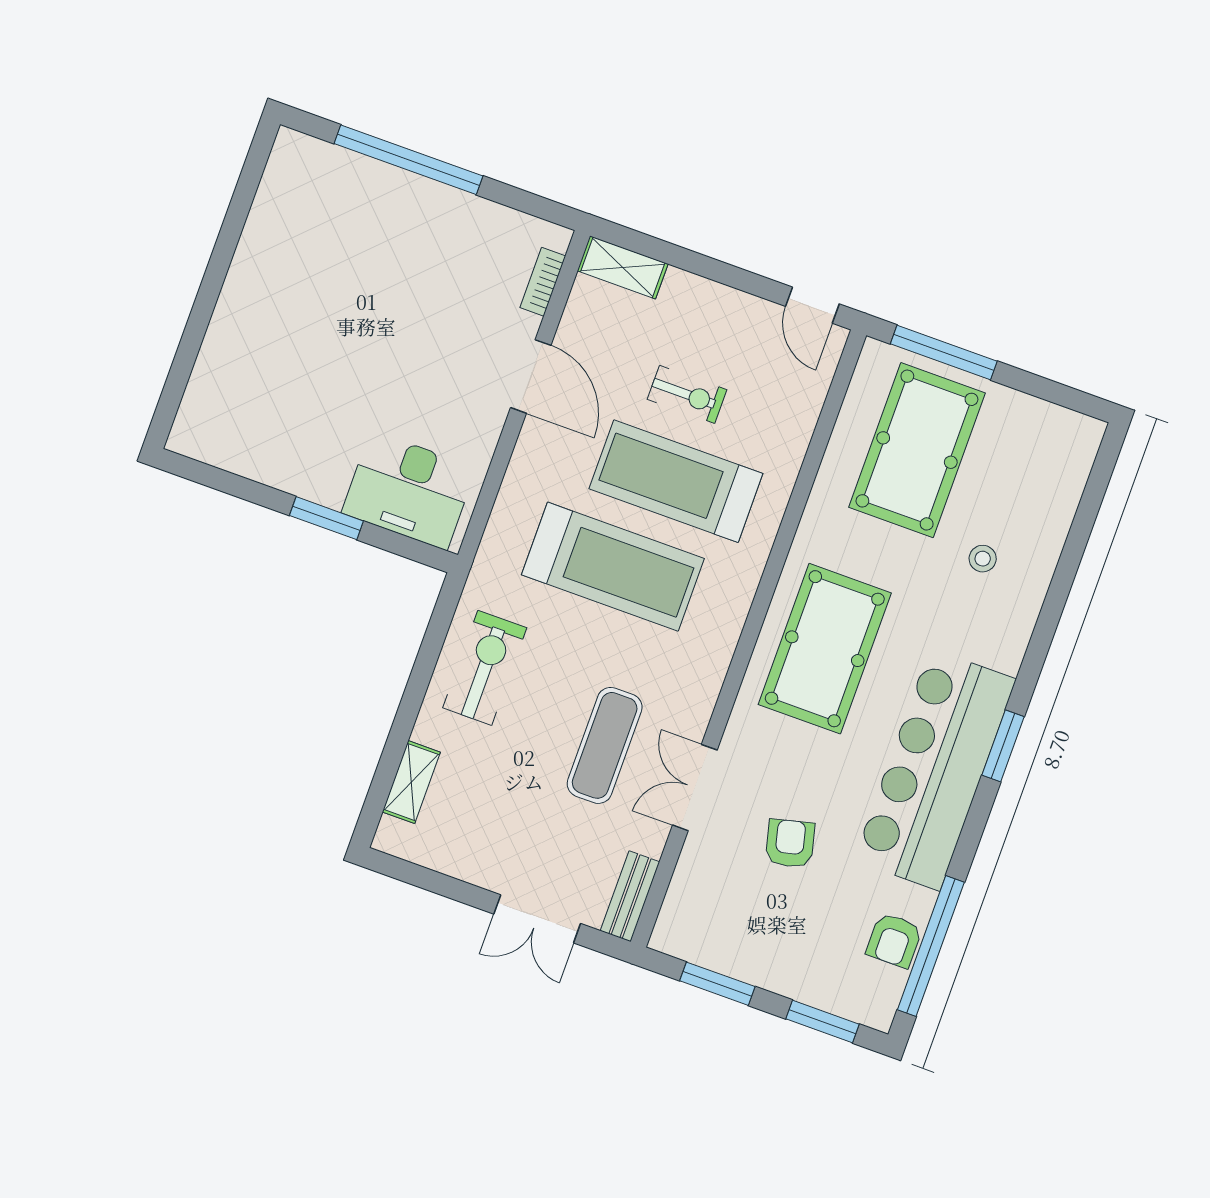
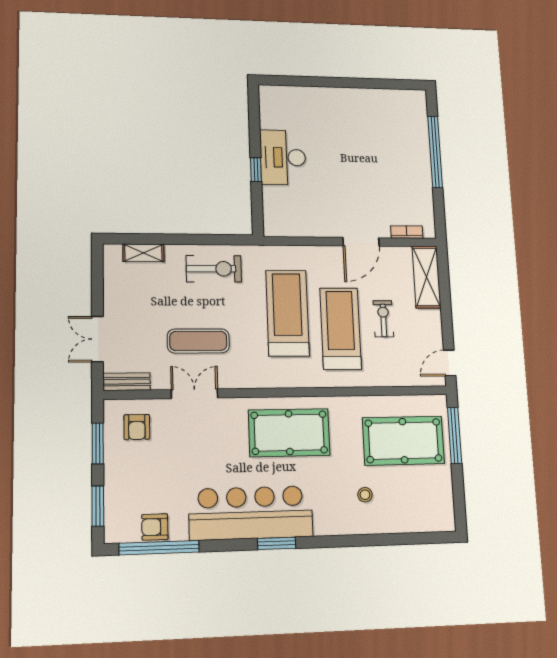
shelving: (623, 267) -> (427, 277), width x1.50, depth x1.33
exercise bike: (687, 394) -> (383, 319), turned 180
desk: (409, 490) -> (283, 157), moved
window: (326, 518) -> (256, 170), width x0.67
treadmill: (613, 567) -> (287, 313), turned 180
armchair: (790, 843) -> (137, 427), moved, turned 104

